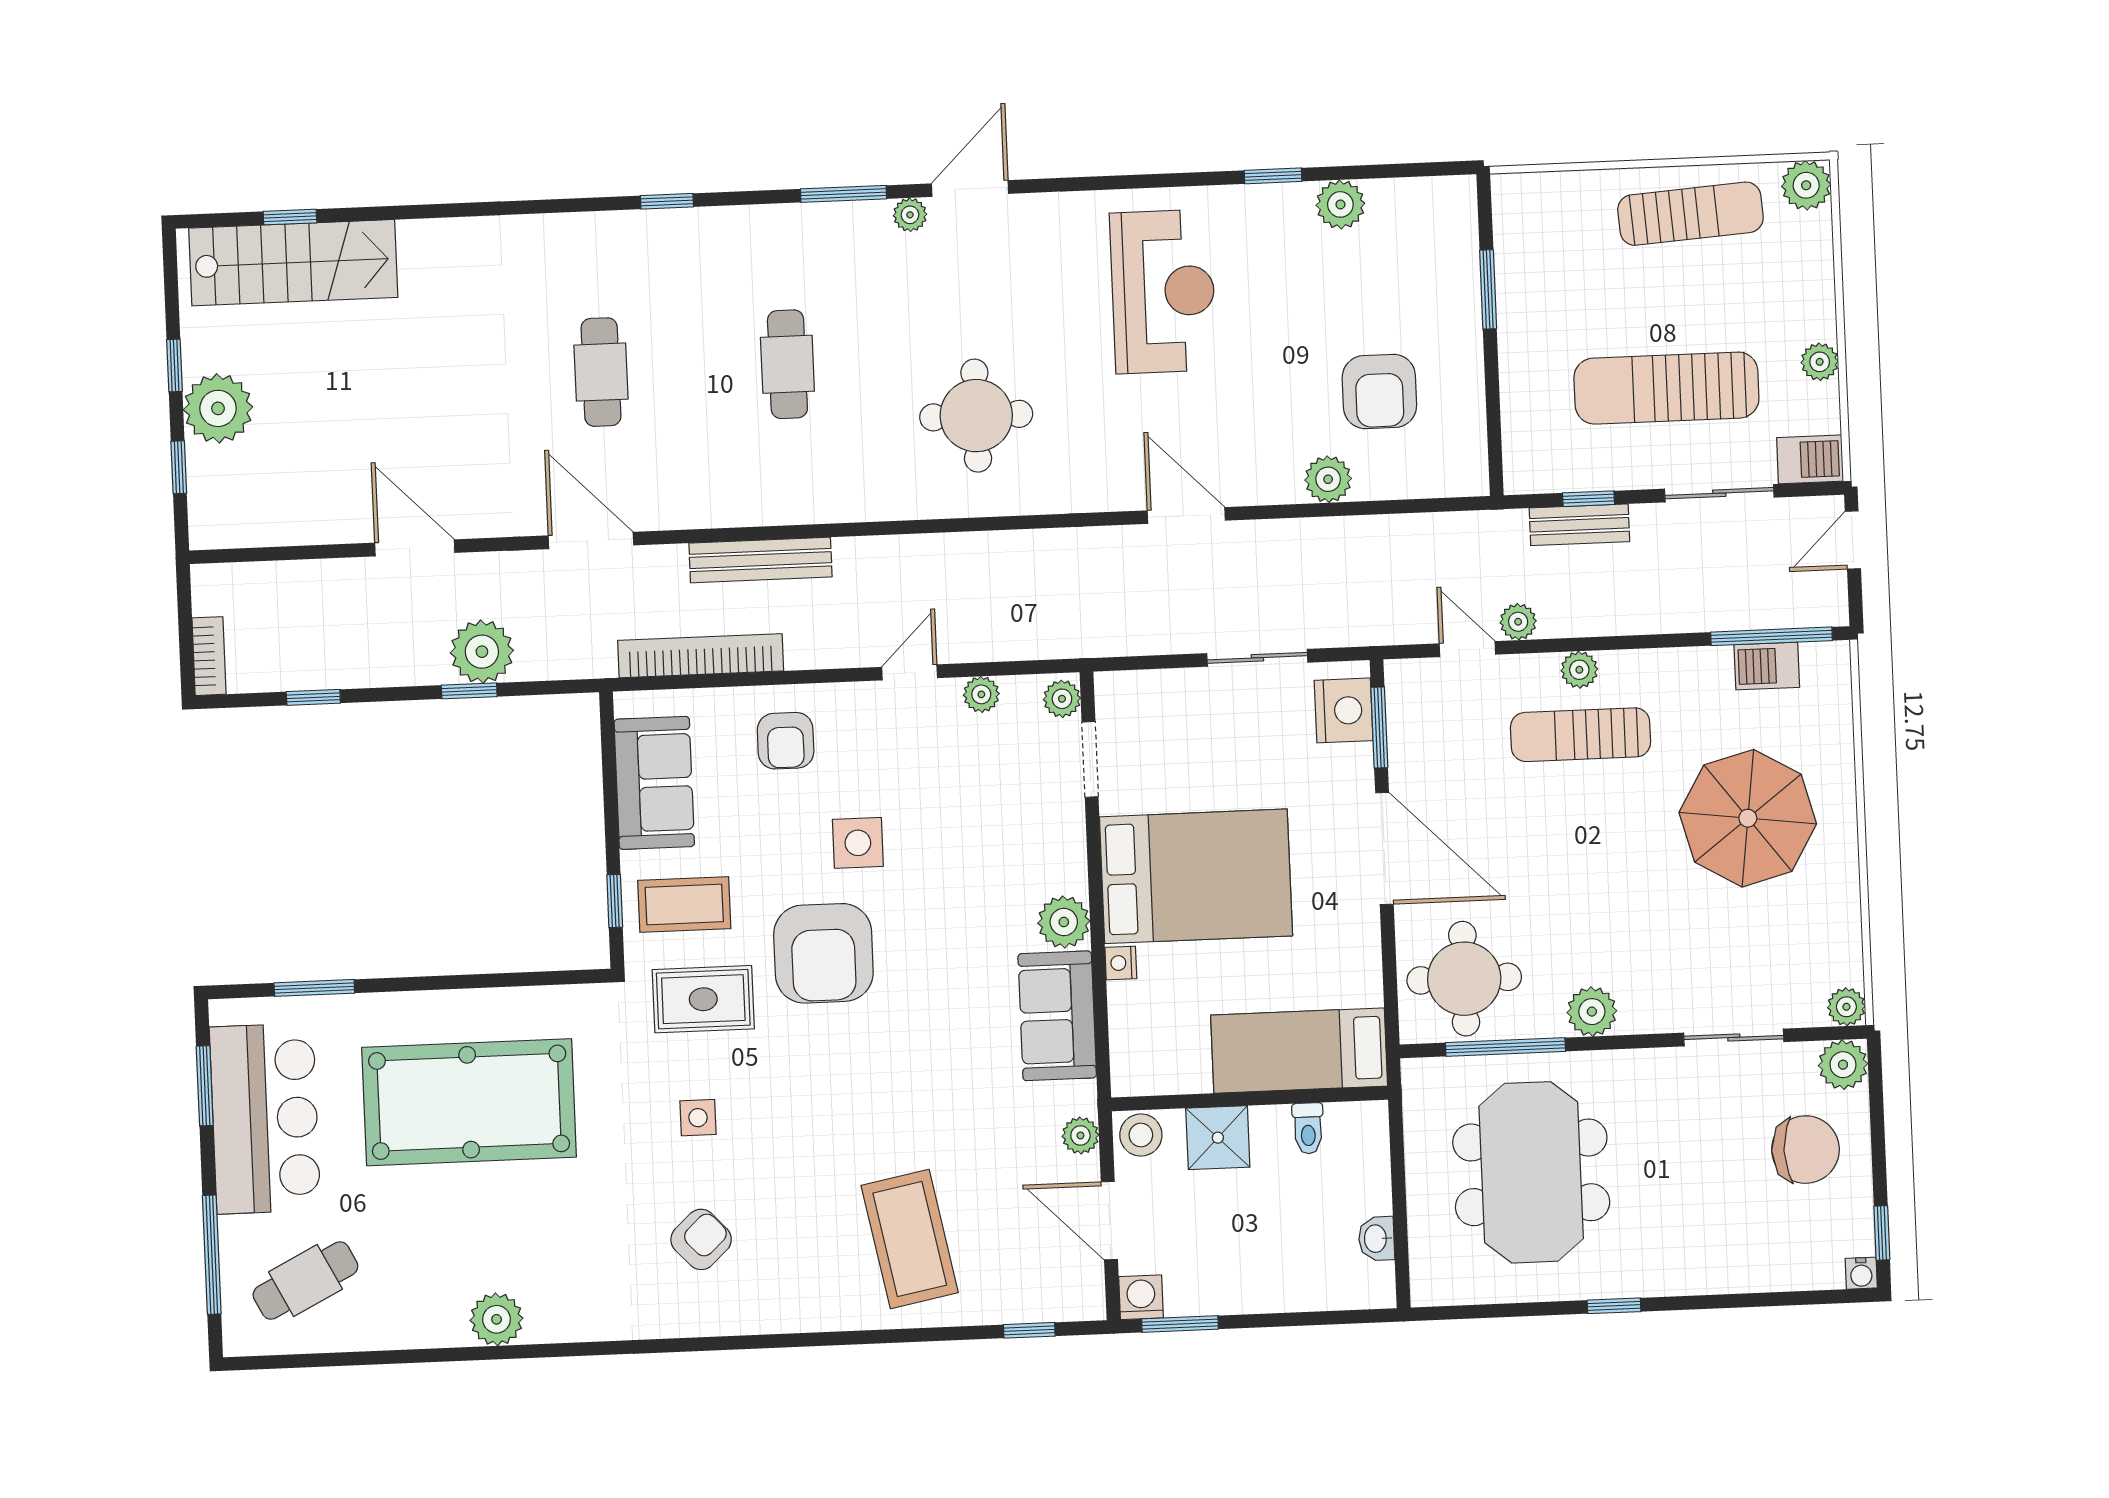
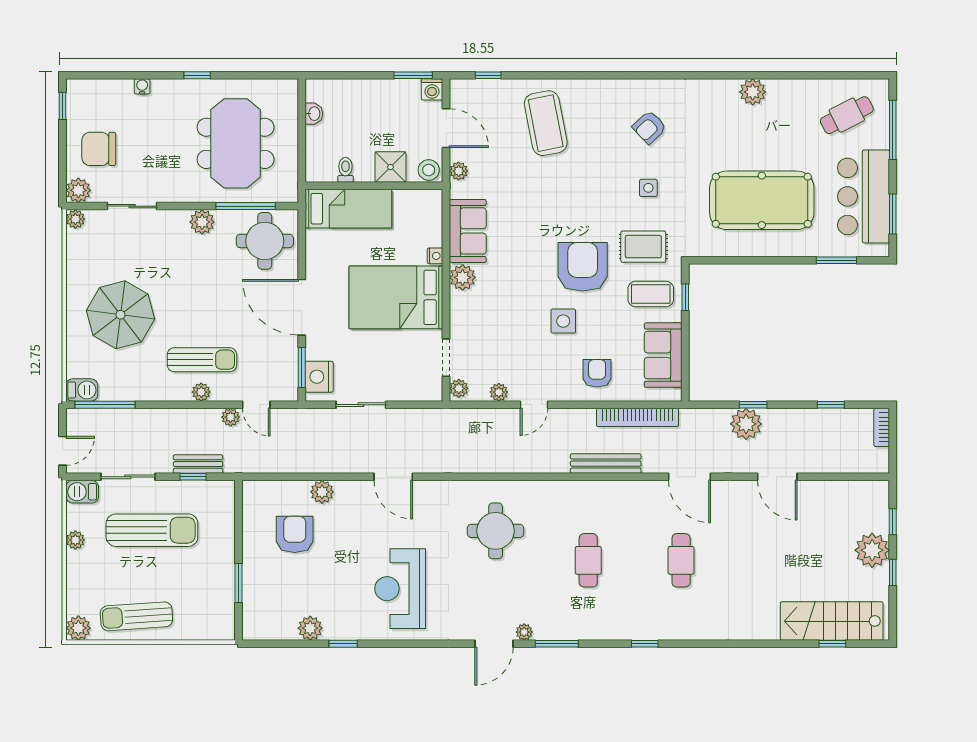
barbecue: (1767, 666) -> (82, 390), moved
water cooler: (1861, 1273) -> (142, 86), moved

